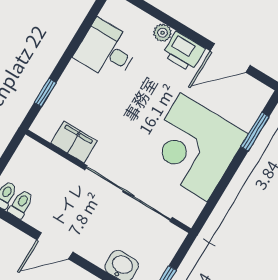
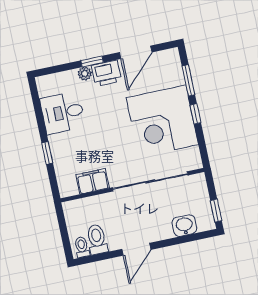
window: (180, 28) -> (92, 62), added
window: (45, 93) -> (47, 153), moved
window: (232, 170) -> (195, 114), added
toilet: (21, 204) -> (97, 239), width x1.37, depth x1.39

